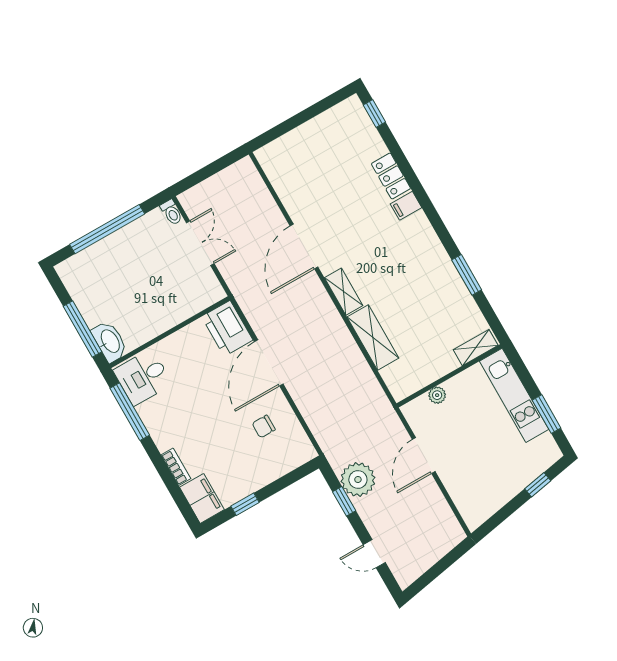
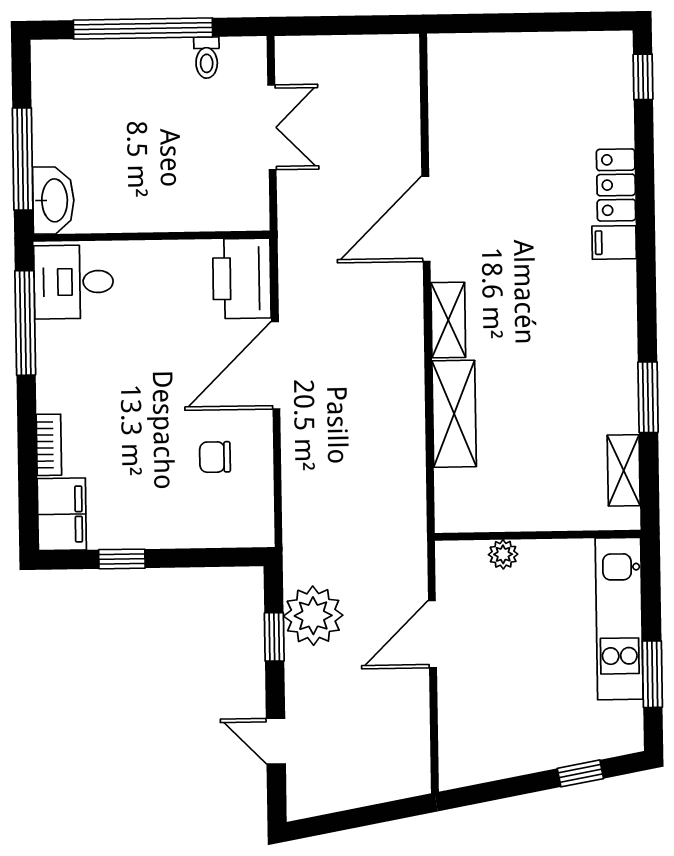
toilet: (172, 212) -> (207, 58), moved
shelving: (476, 348) -> (624, 470), moved, turned 90

